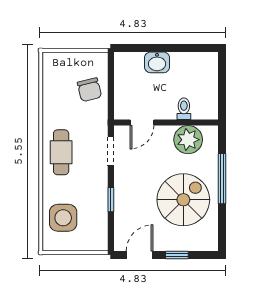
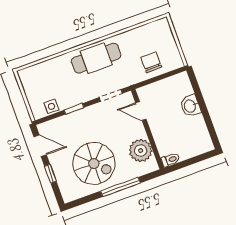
chair: (89, 90) -> (151, 62), turned 104
toilet: (184, 109) -> (170, 160), moved
cafe table: (61, 152) -> (96, 58), width x1.37, depth x1.35
side table: (63, 218) -> (51, 106), moved, width x0.54, depth x0.54

